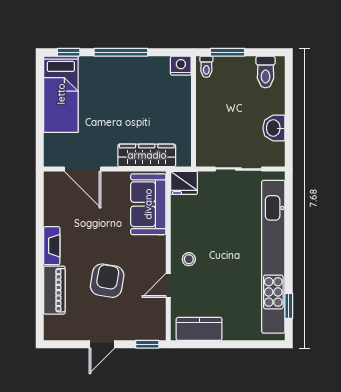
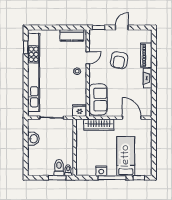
nightstand: (181, 66) -> (101, 171), moved
toilet: (266, 72) -> (59, 168), moved
bed: (61, 94) -> (126, 156), moved

